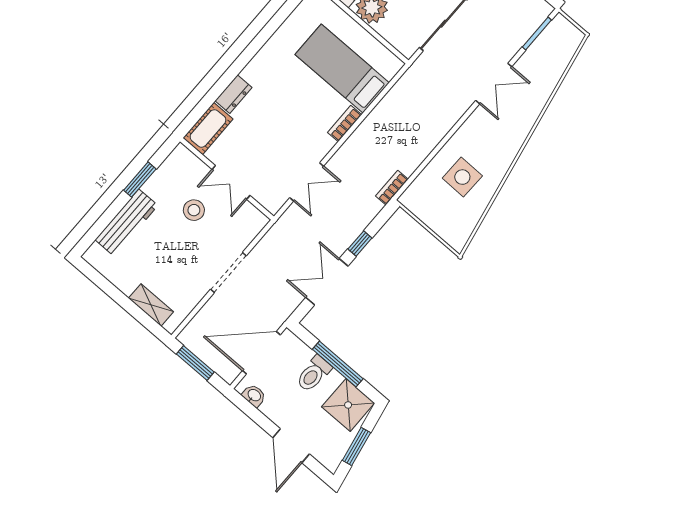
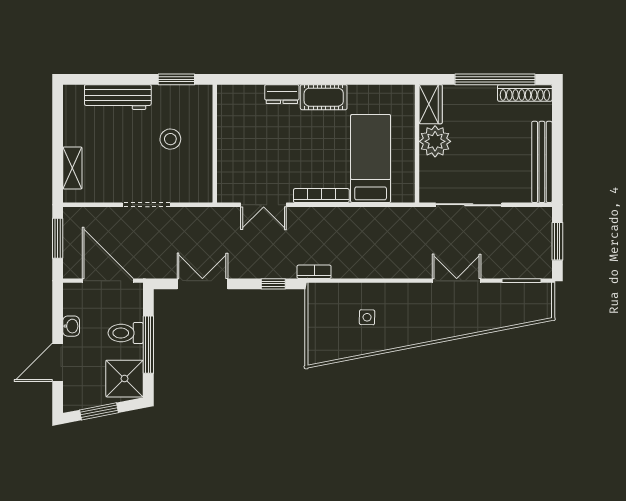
double door: (494, 84) -> (457, 281), swing flipped
bookcase: (345, 124) -> (321, 196), width x1.56
cot: (208, 128) -> (324, 97), moved
side table: (462, 177) -> (367, 317), width x0.54, depth x0.54
window: (140, 180) -> (176, 79), moved
double door: (231, 182) -> (215, 149), removed
window: (360, 243) -> (273, 284), moved
washbasin: (254, 396) -> (71, 326), moved

